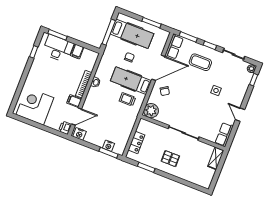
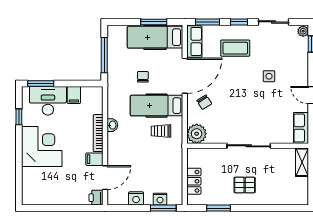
hospital bed: (132, 34) -> (155, 37), moved, turned 180
corner desk: (35, 106) -> (42, 146), moved, turned 90
nightstand: (79, 134) -> (136, 198), moved

